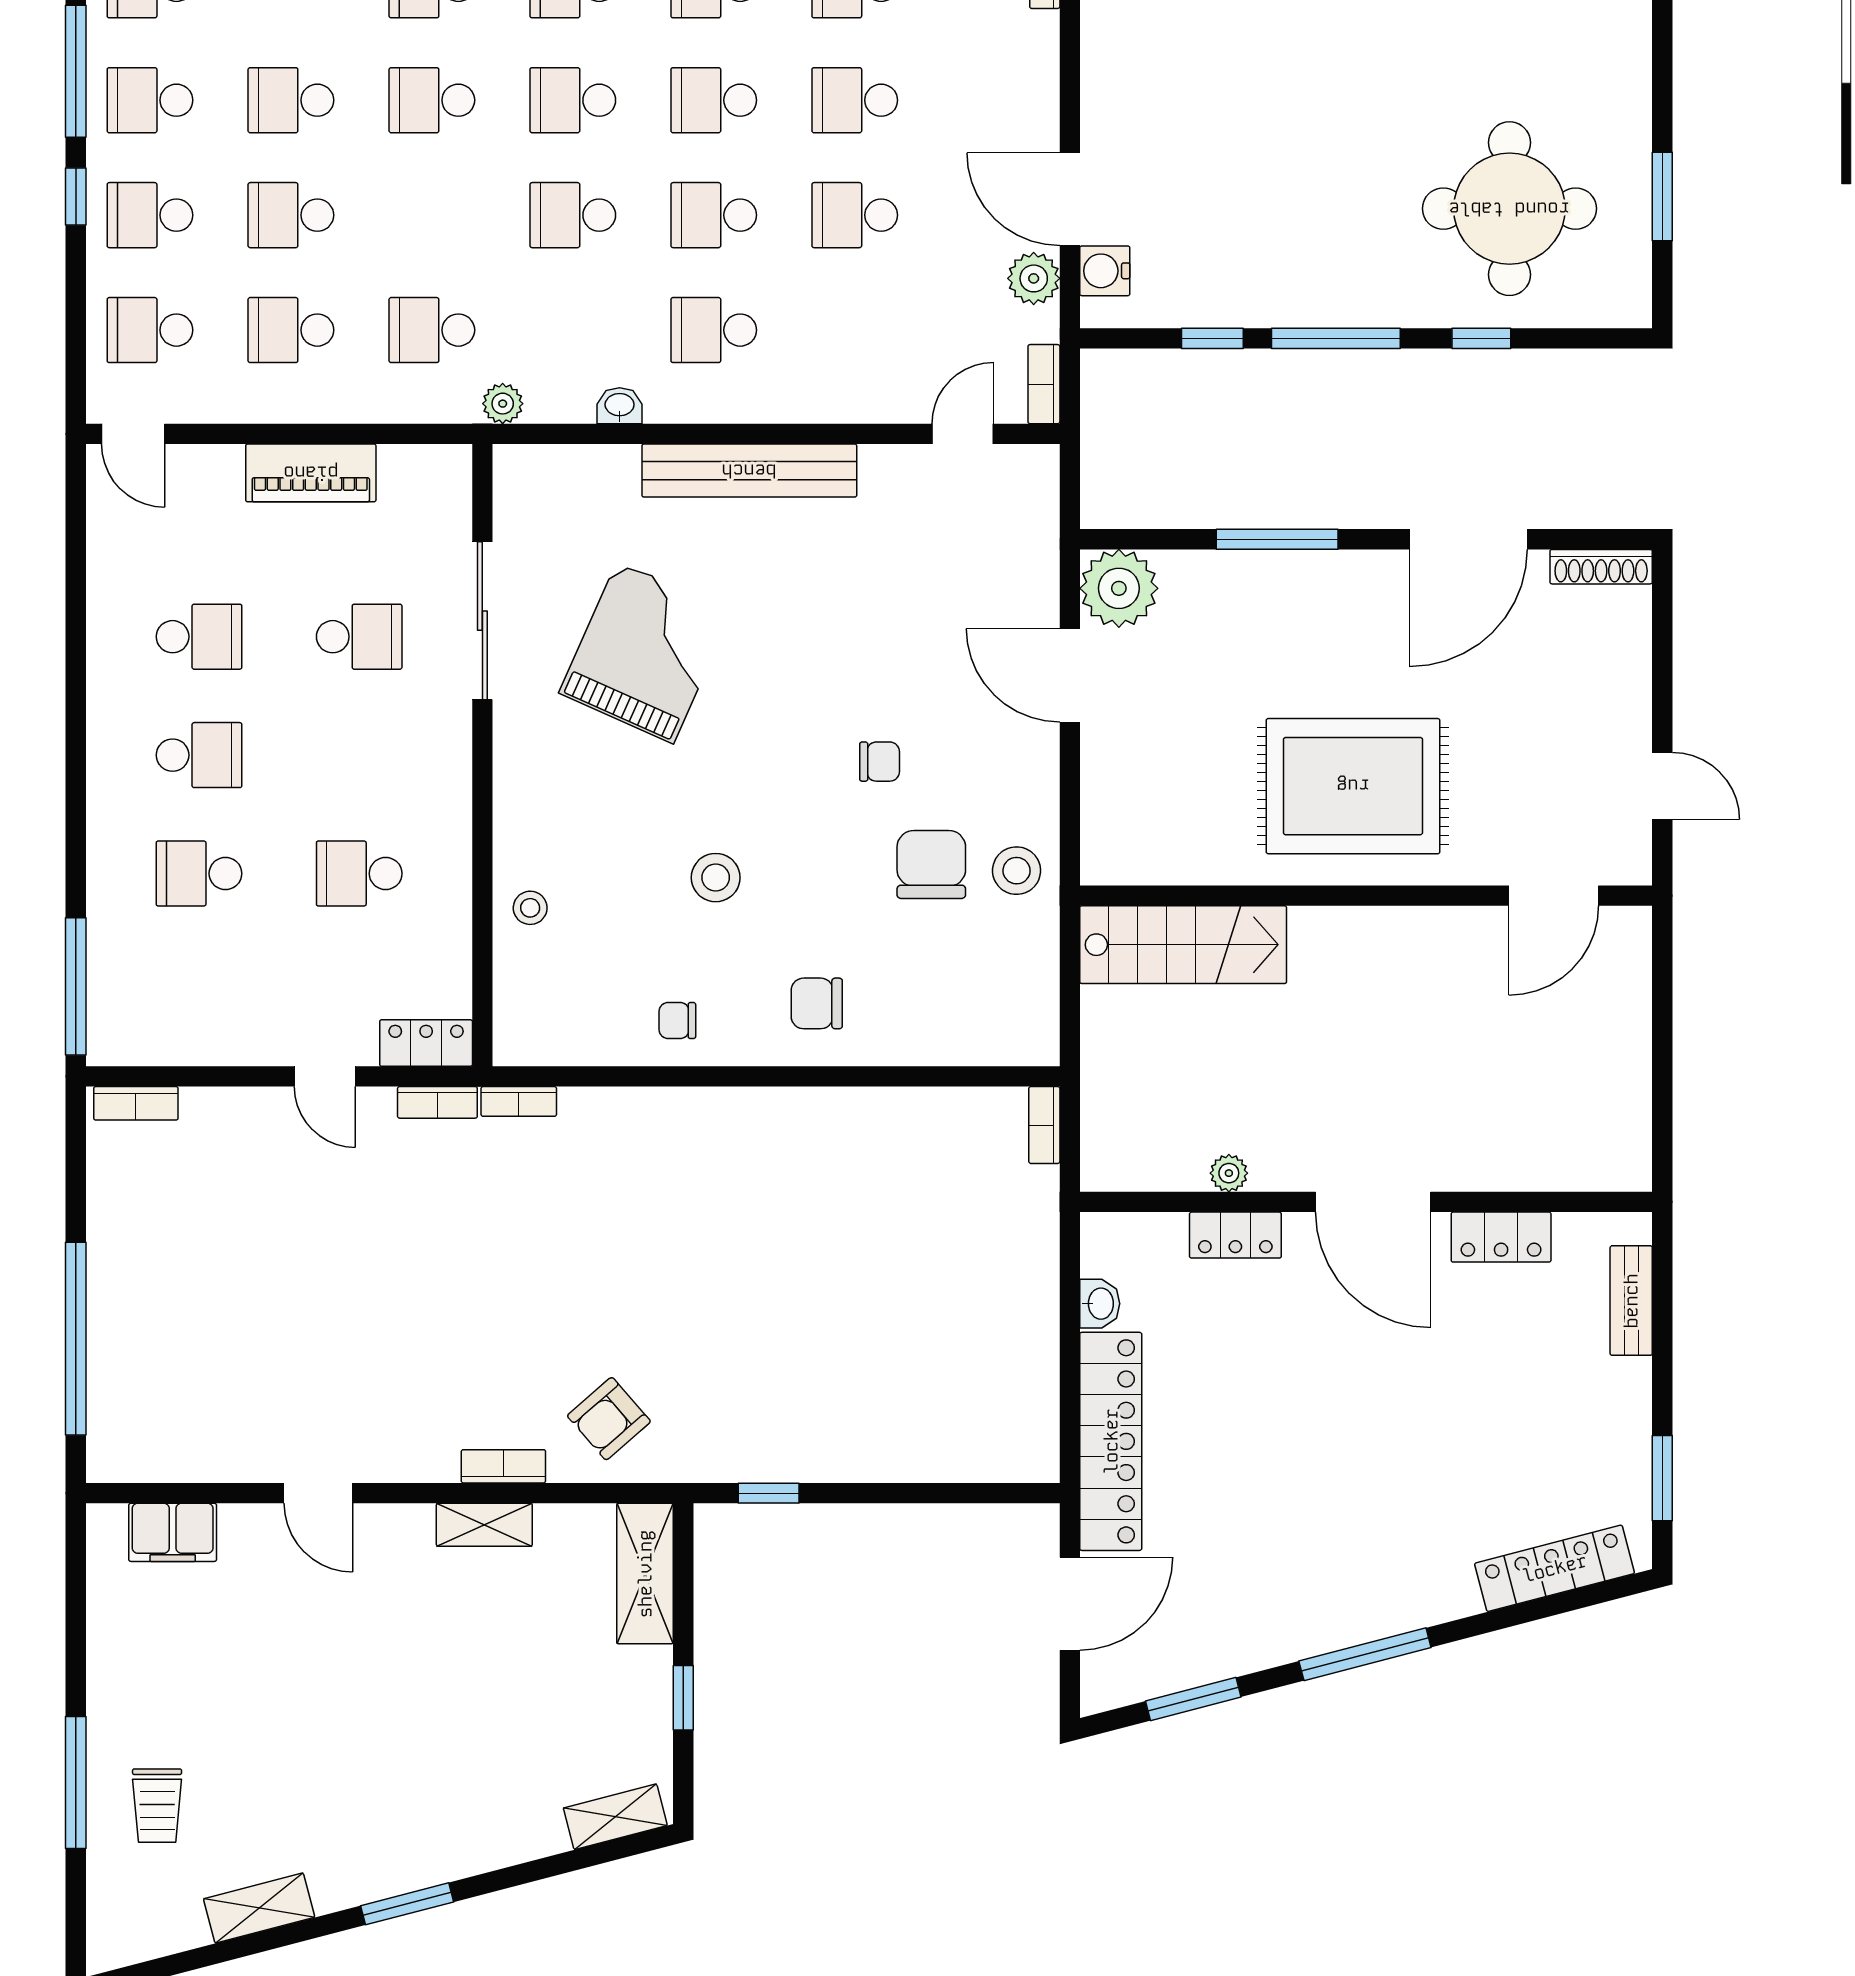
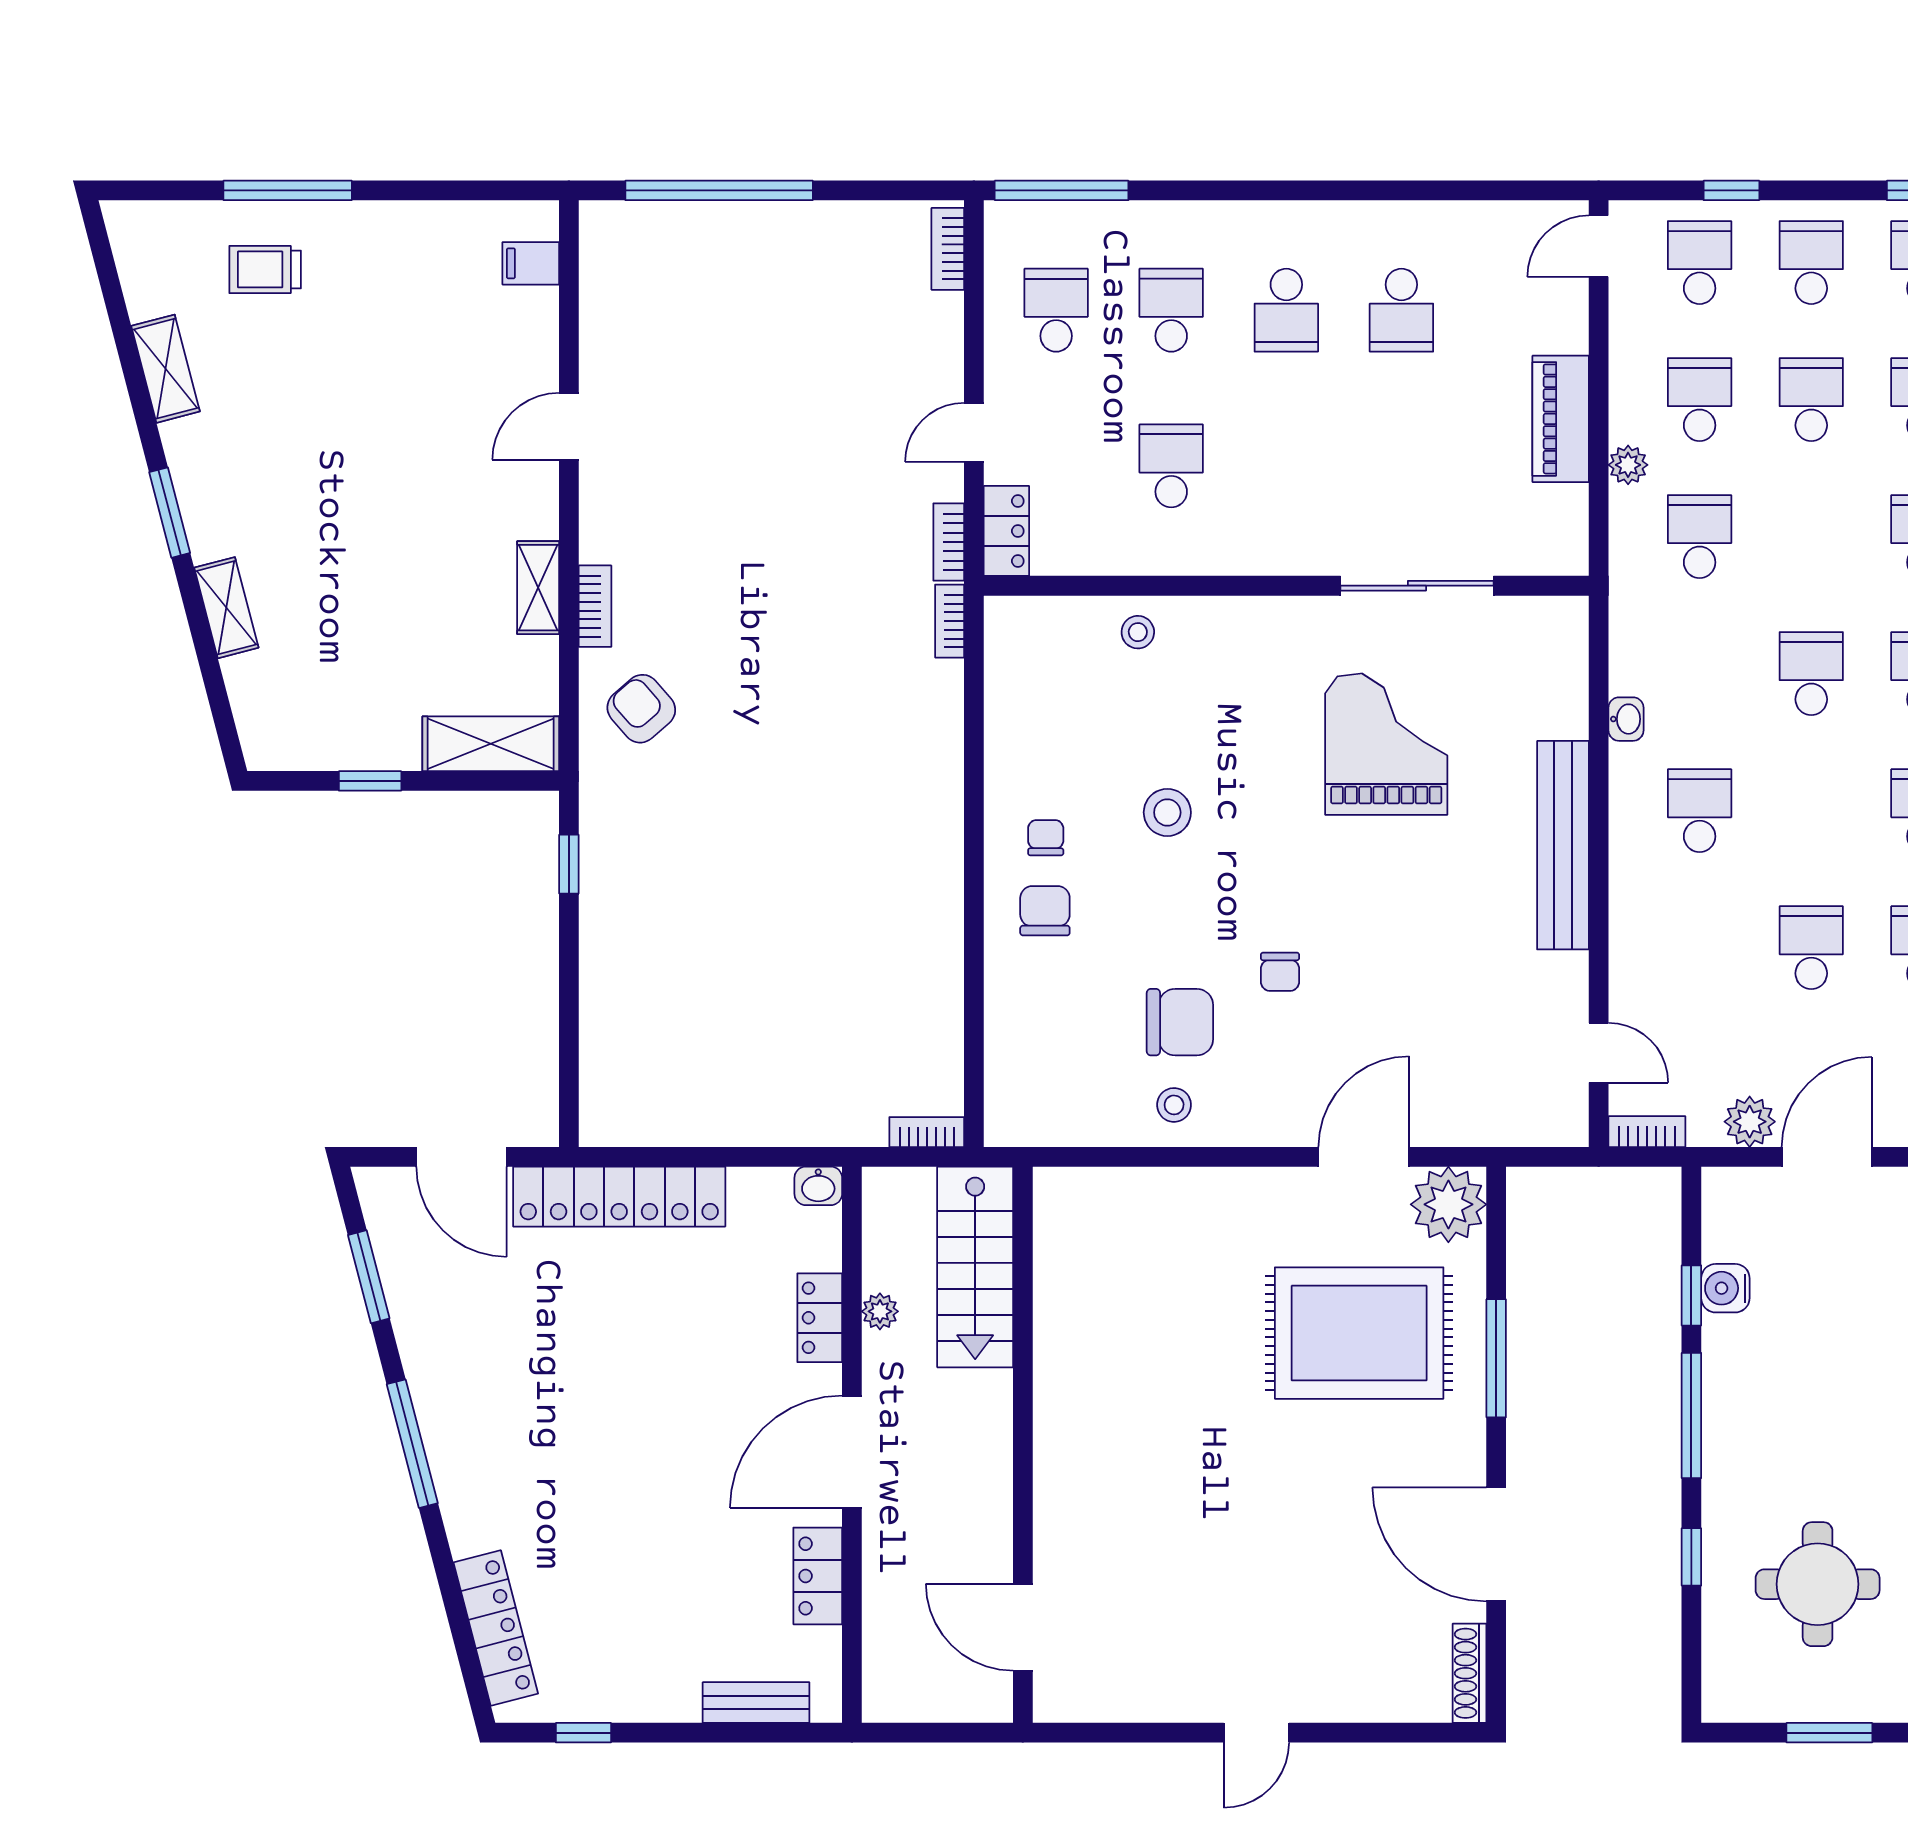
window: (76, 196) -> (1731, 190), moved
round table: (1509, 209) -> (1818, 1584), width x0.73, depth x0.73
school desk: (714, 215) -> (1811, 811), removed
water cooler: (1105, 271) -> (1725, 1288), moved, turned -90
plant: (503, 404) -> (1628, 465), moved
school desk: (359, 637) -> (1056, 310), moved, turned 180
grand piano: (645, 652) -> (1386, 744), turned -114
rug: (1353, 786) -> (1359, 1333), moved, turned 90
stool: (1017, 871) -> (1174, 1105), width x0.73, depth x0.73
wall: (1366, 896) -> (1023, 1445), moved
door: (1554, 896) -> (1023, 1627), moved
stairs: (1183, 945) -> (975, 1267), moved
chair: (677, 1021) -> (1046, 838), moved
washbasin: (1100, 1304) -> (818, 1186), moved
window: (1662, 1478) -> (583, 1733), width x0.67
filing cabinet: (173, 1532) -> (531, 263), width x0.50
shelving: (615, 1817) -> (226, 608), moved

